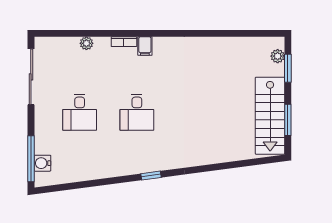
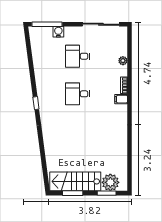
plant: (278, 56) -> (110, 182), width x1.87, depth x1.87
water cooler: (42, 163) -> (58, 32), moved

